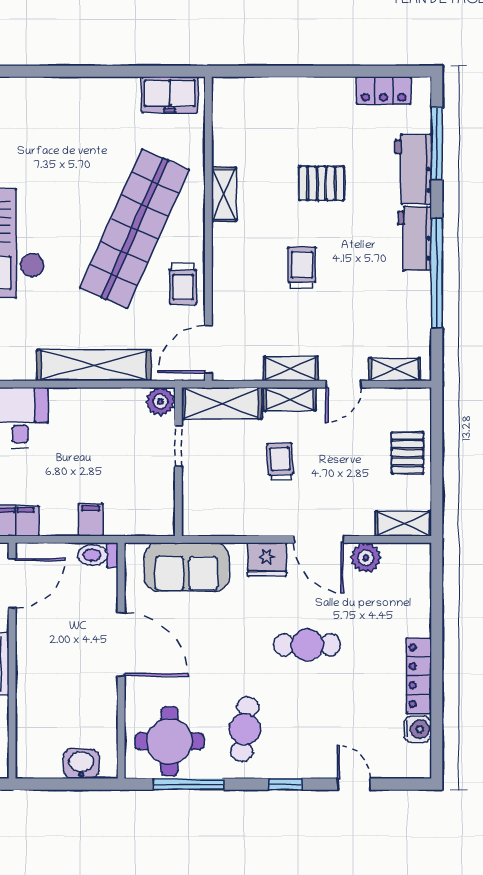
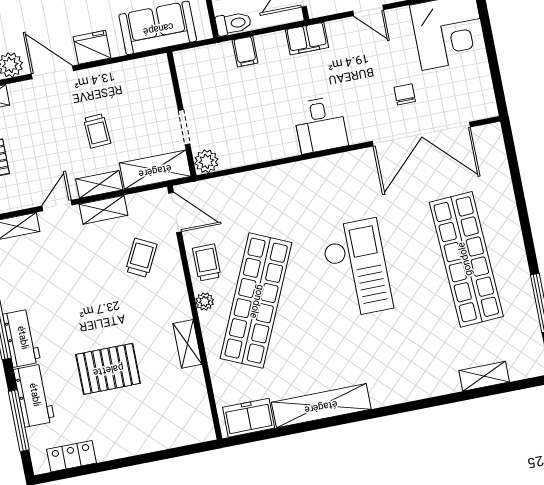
pallet: (322, 183) -> (108, 369), width x1.50, depth x1.42
plant: (194, 239) -> (205, 302), added
trolley: (302, 268) -> (141, 258), moved, turned -153
door: (208, 349) -> (175, 212), hinge flipped
shelving: (94, 365) -> (321, 406), moved

